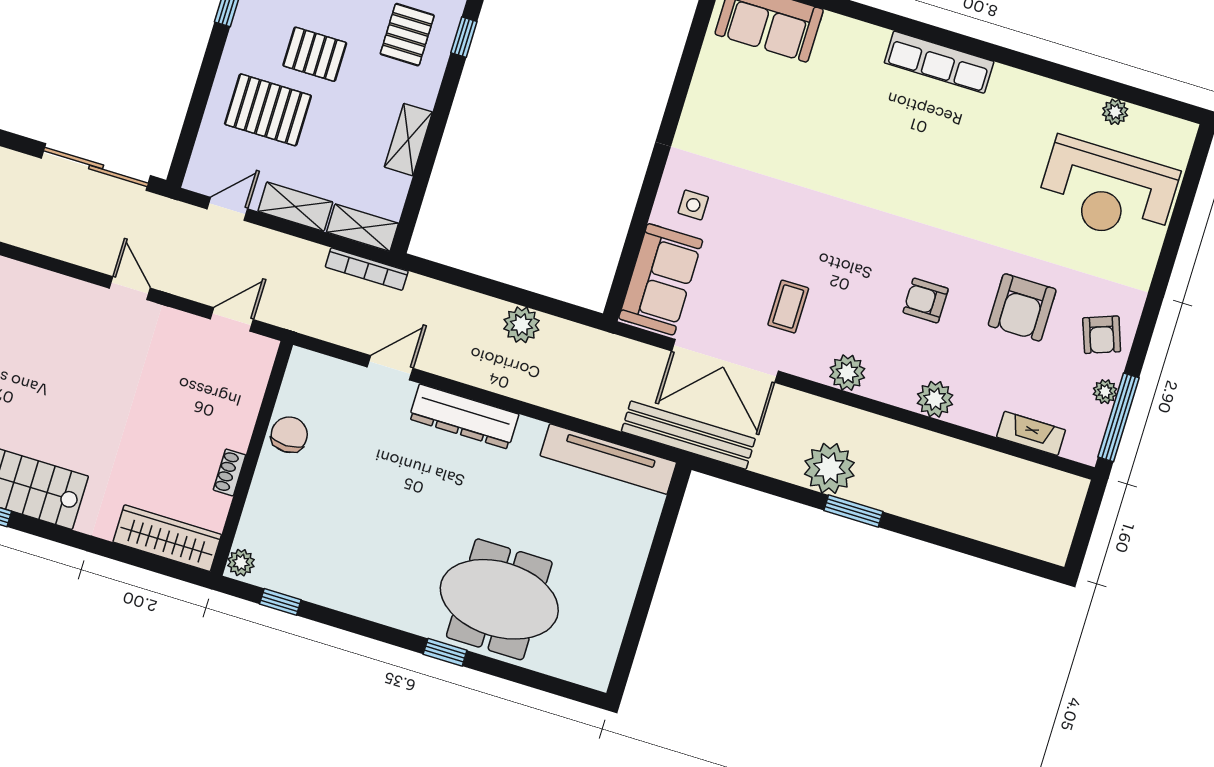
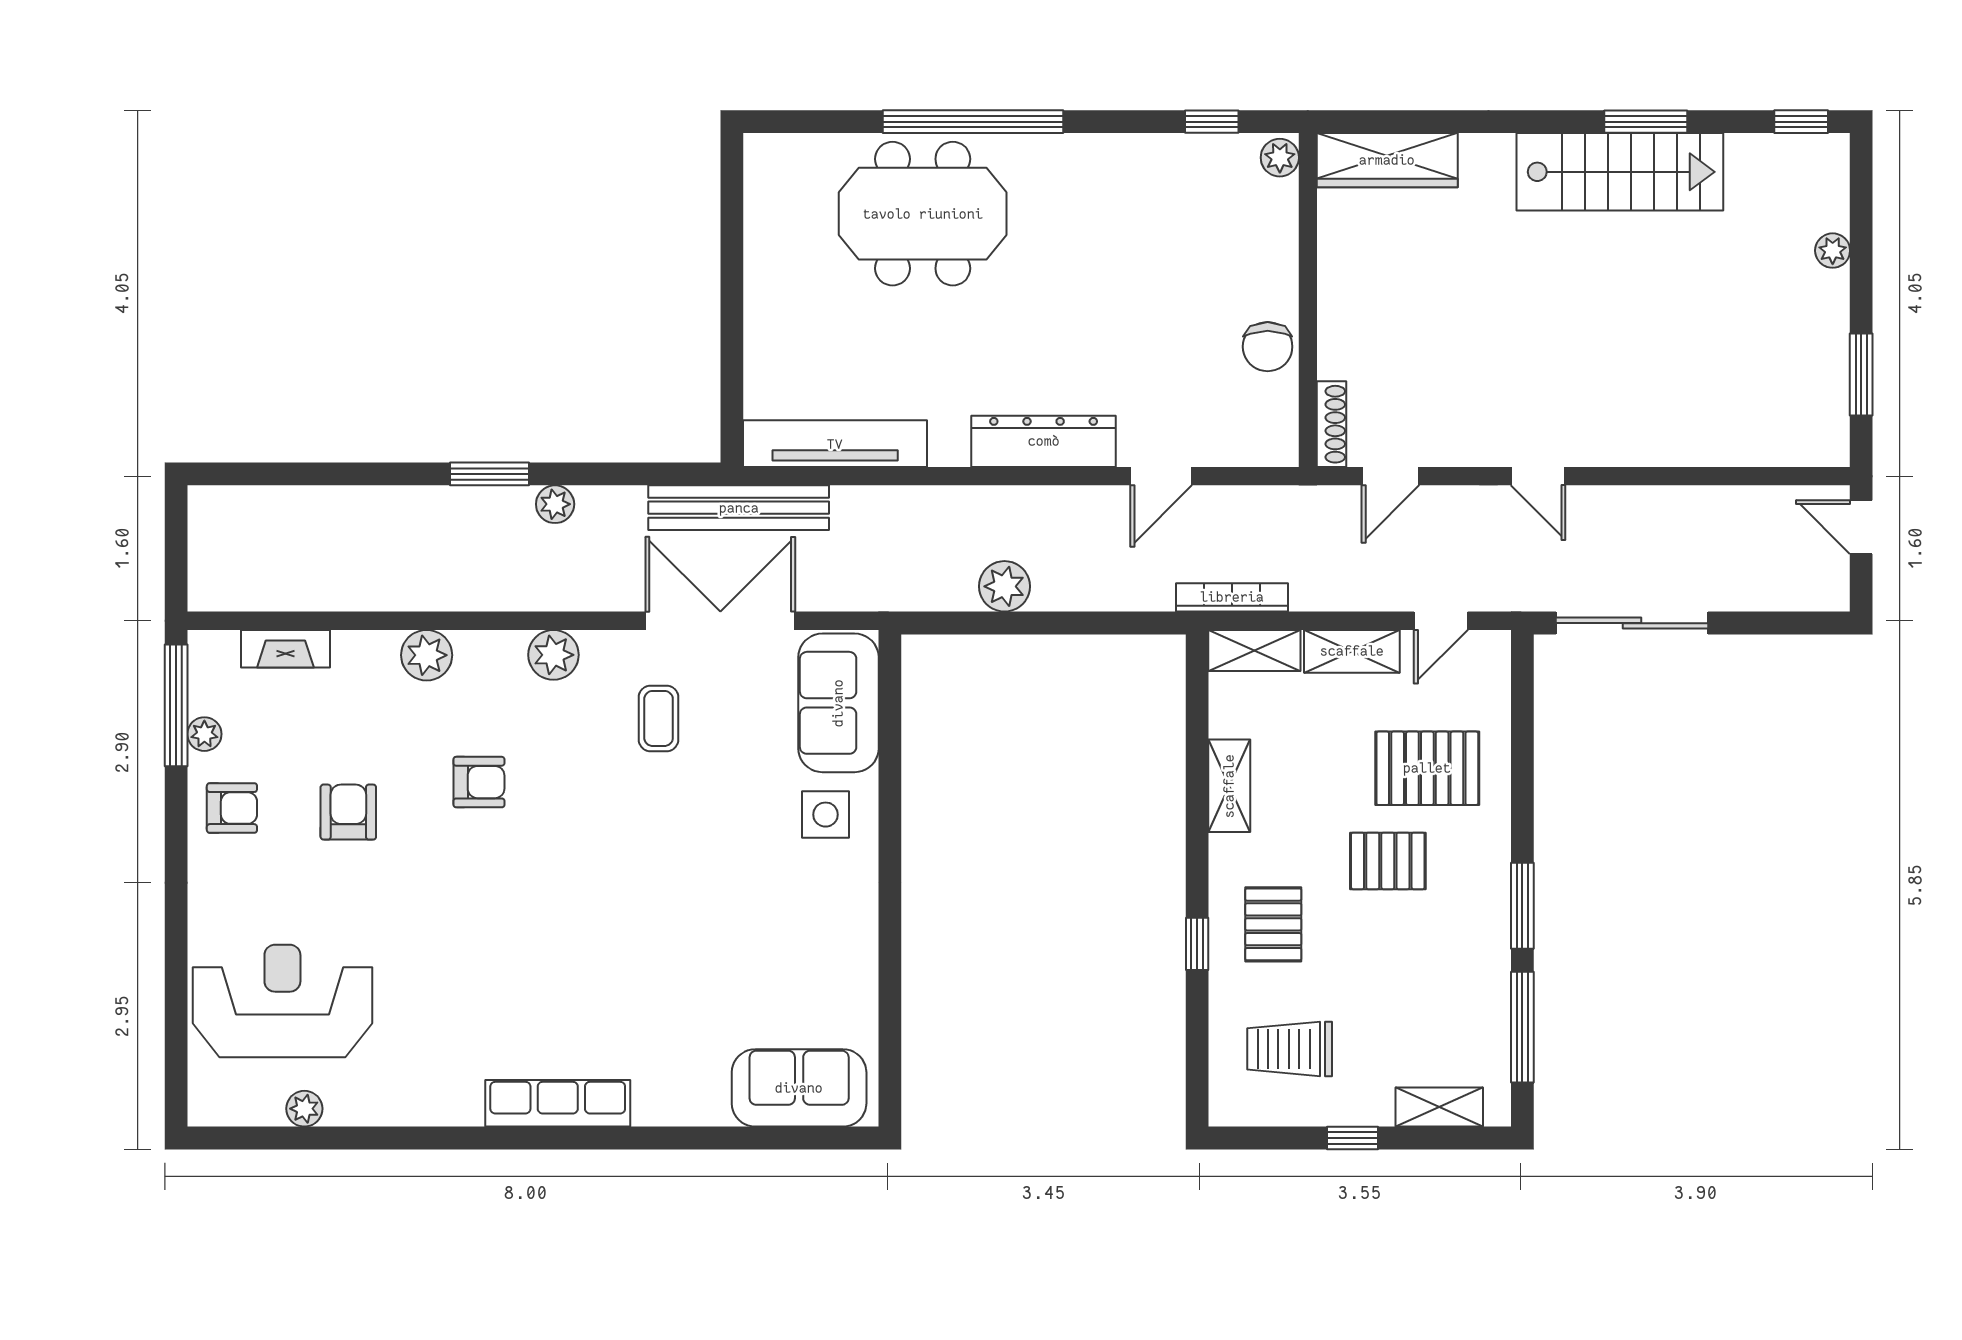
side table: (693, 205) -> (826, 815), width x1.37, depth x1.37
armchair: (1022, 307) -> (348, 812), width x0.72, depth x0.72
armchair: (1102, 335) -> (232, 808), turned 110
plant: (829, 468) -> (555, 504), width x0.53, depth x0.53
shoe rack: (229, 472) -> (1331, 424), moved, width x1.43
window: (445, 652) -> (973, 122), width x3.17

